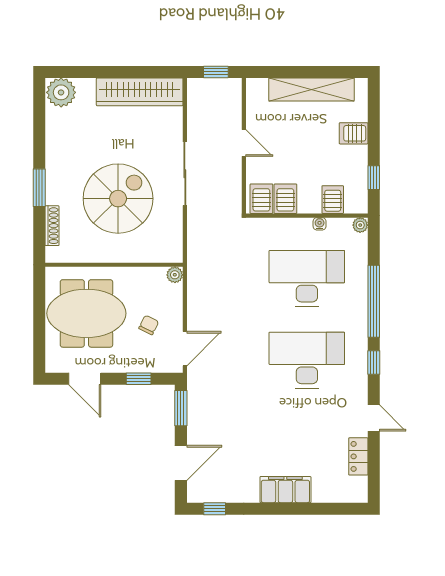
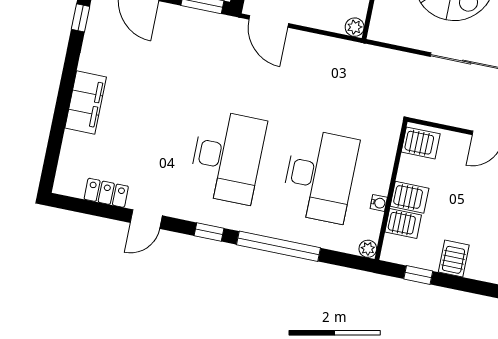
server rack: (354, 133) -> (454, 259), moved
server rack: (285, 199) -> (409, 197), moved

